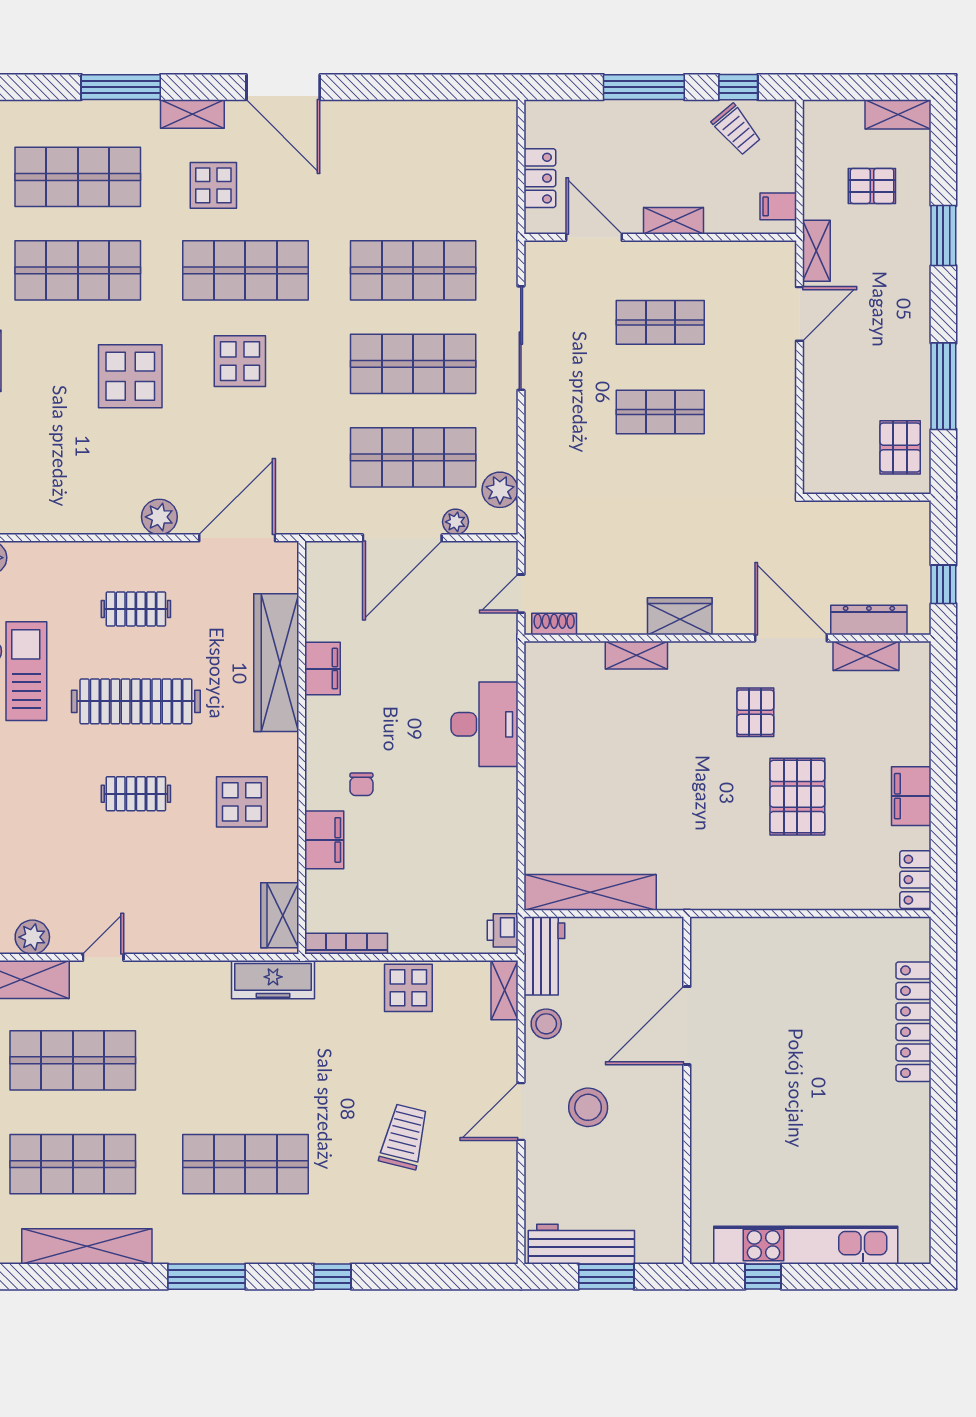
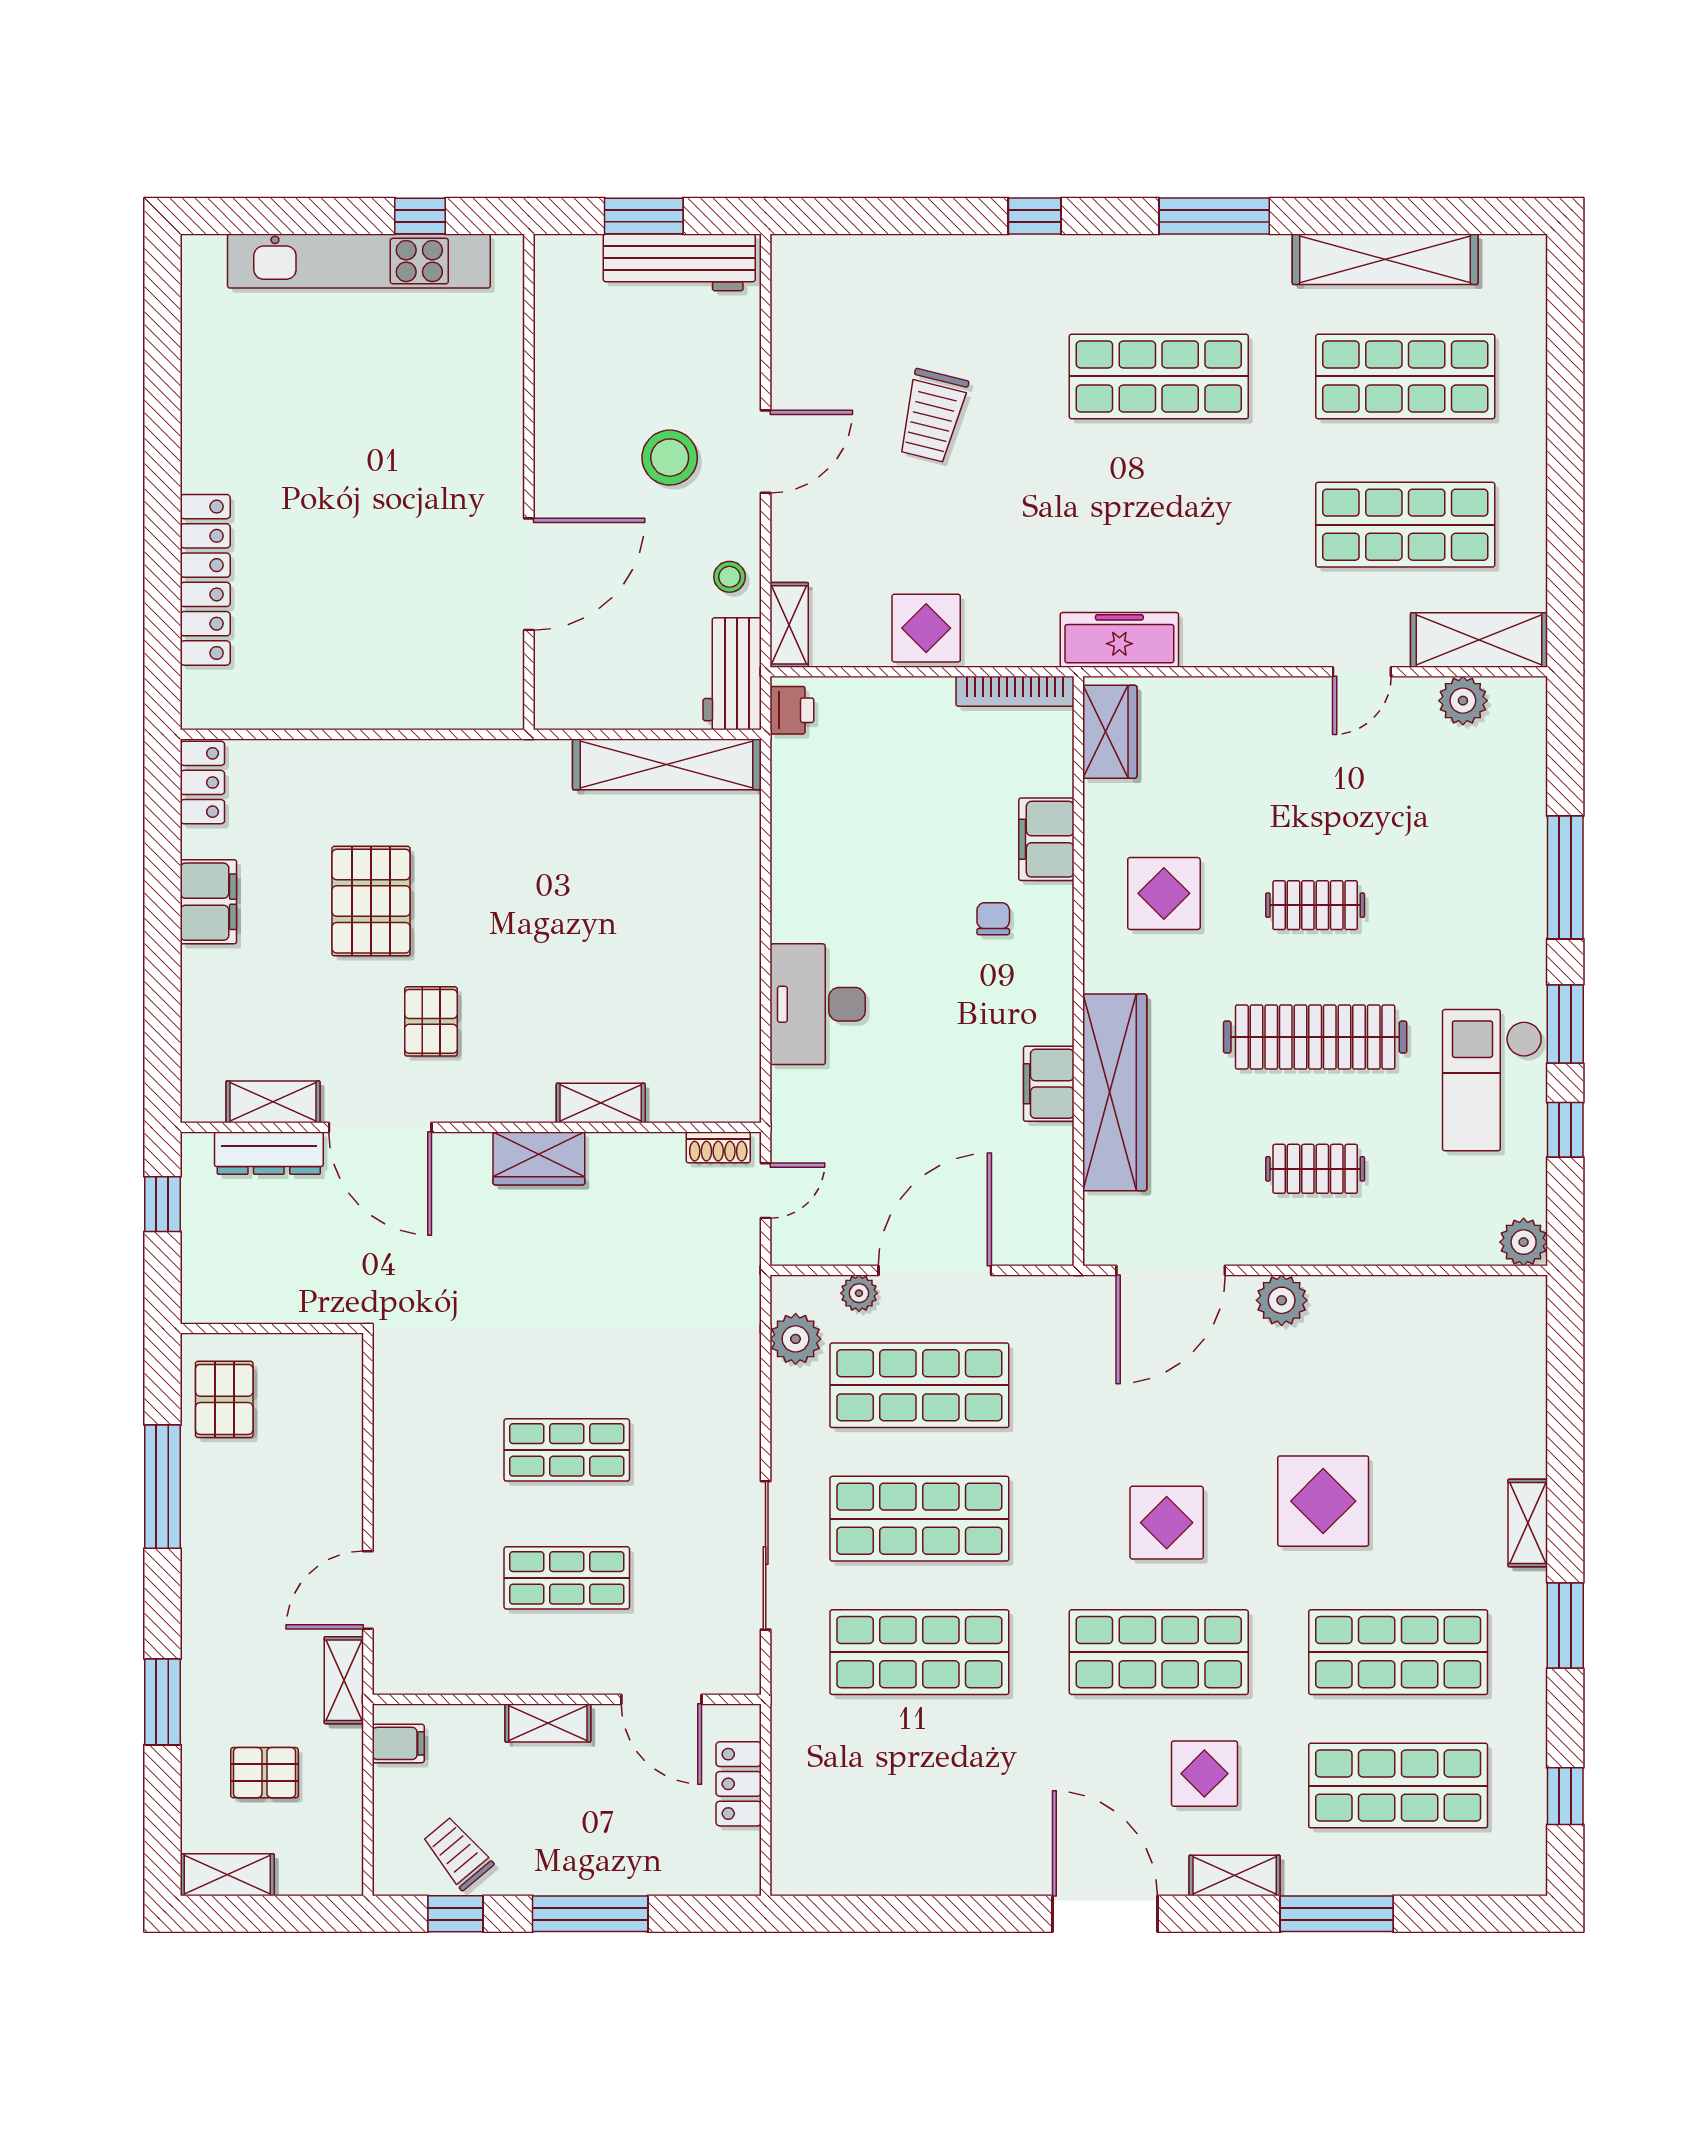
stool: (546, 1024) -> (729, 577), width x0.73, depth x0.73

